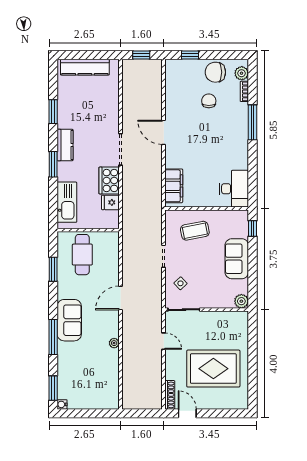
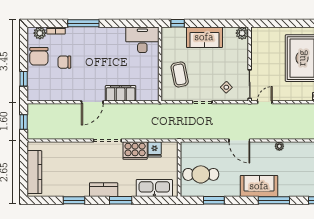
filing cabinet: (174, 186) -> (121, 93), moved
door: (164, 341) -> (265, 102), moved

